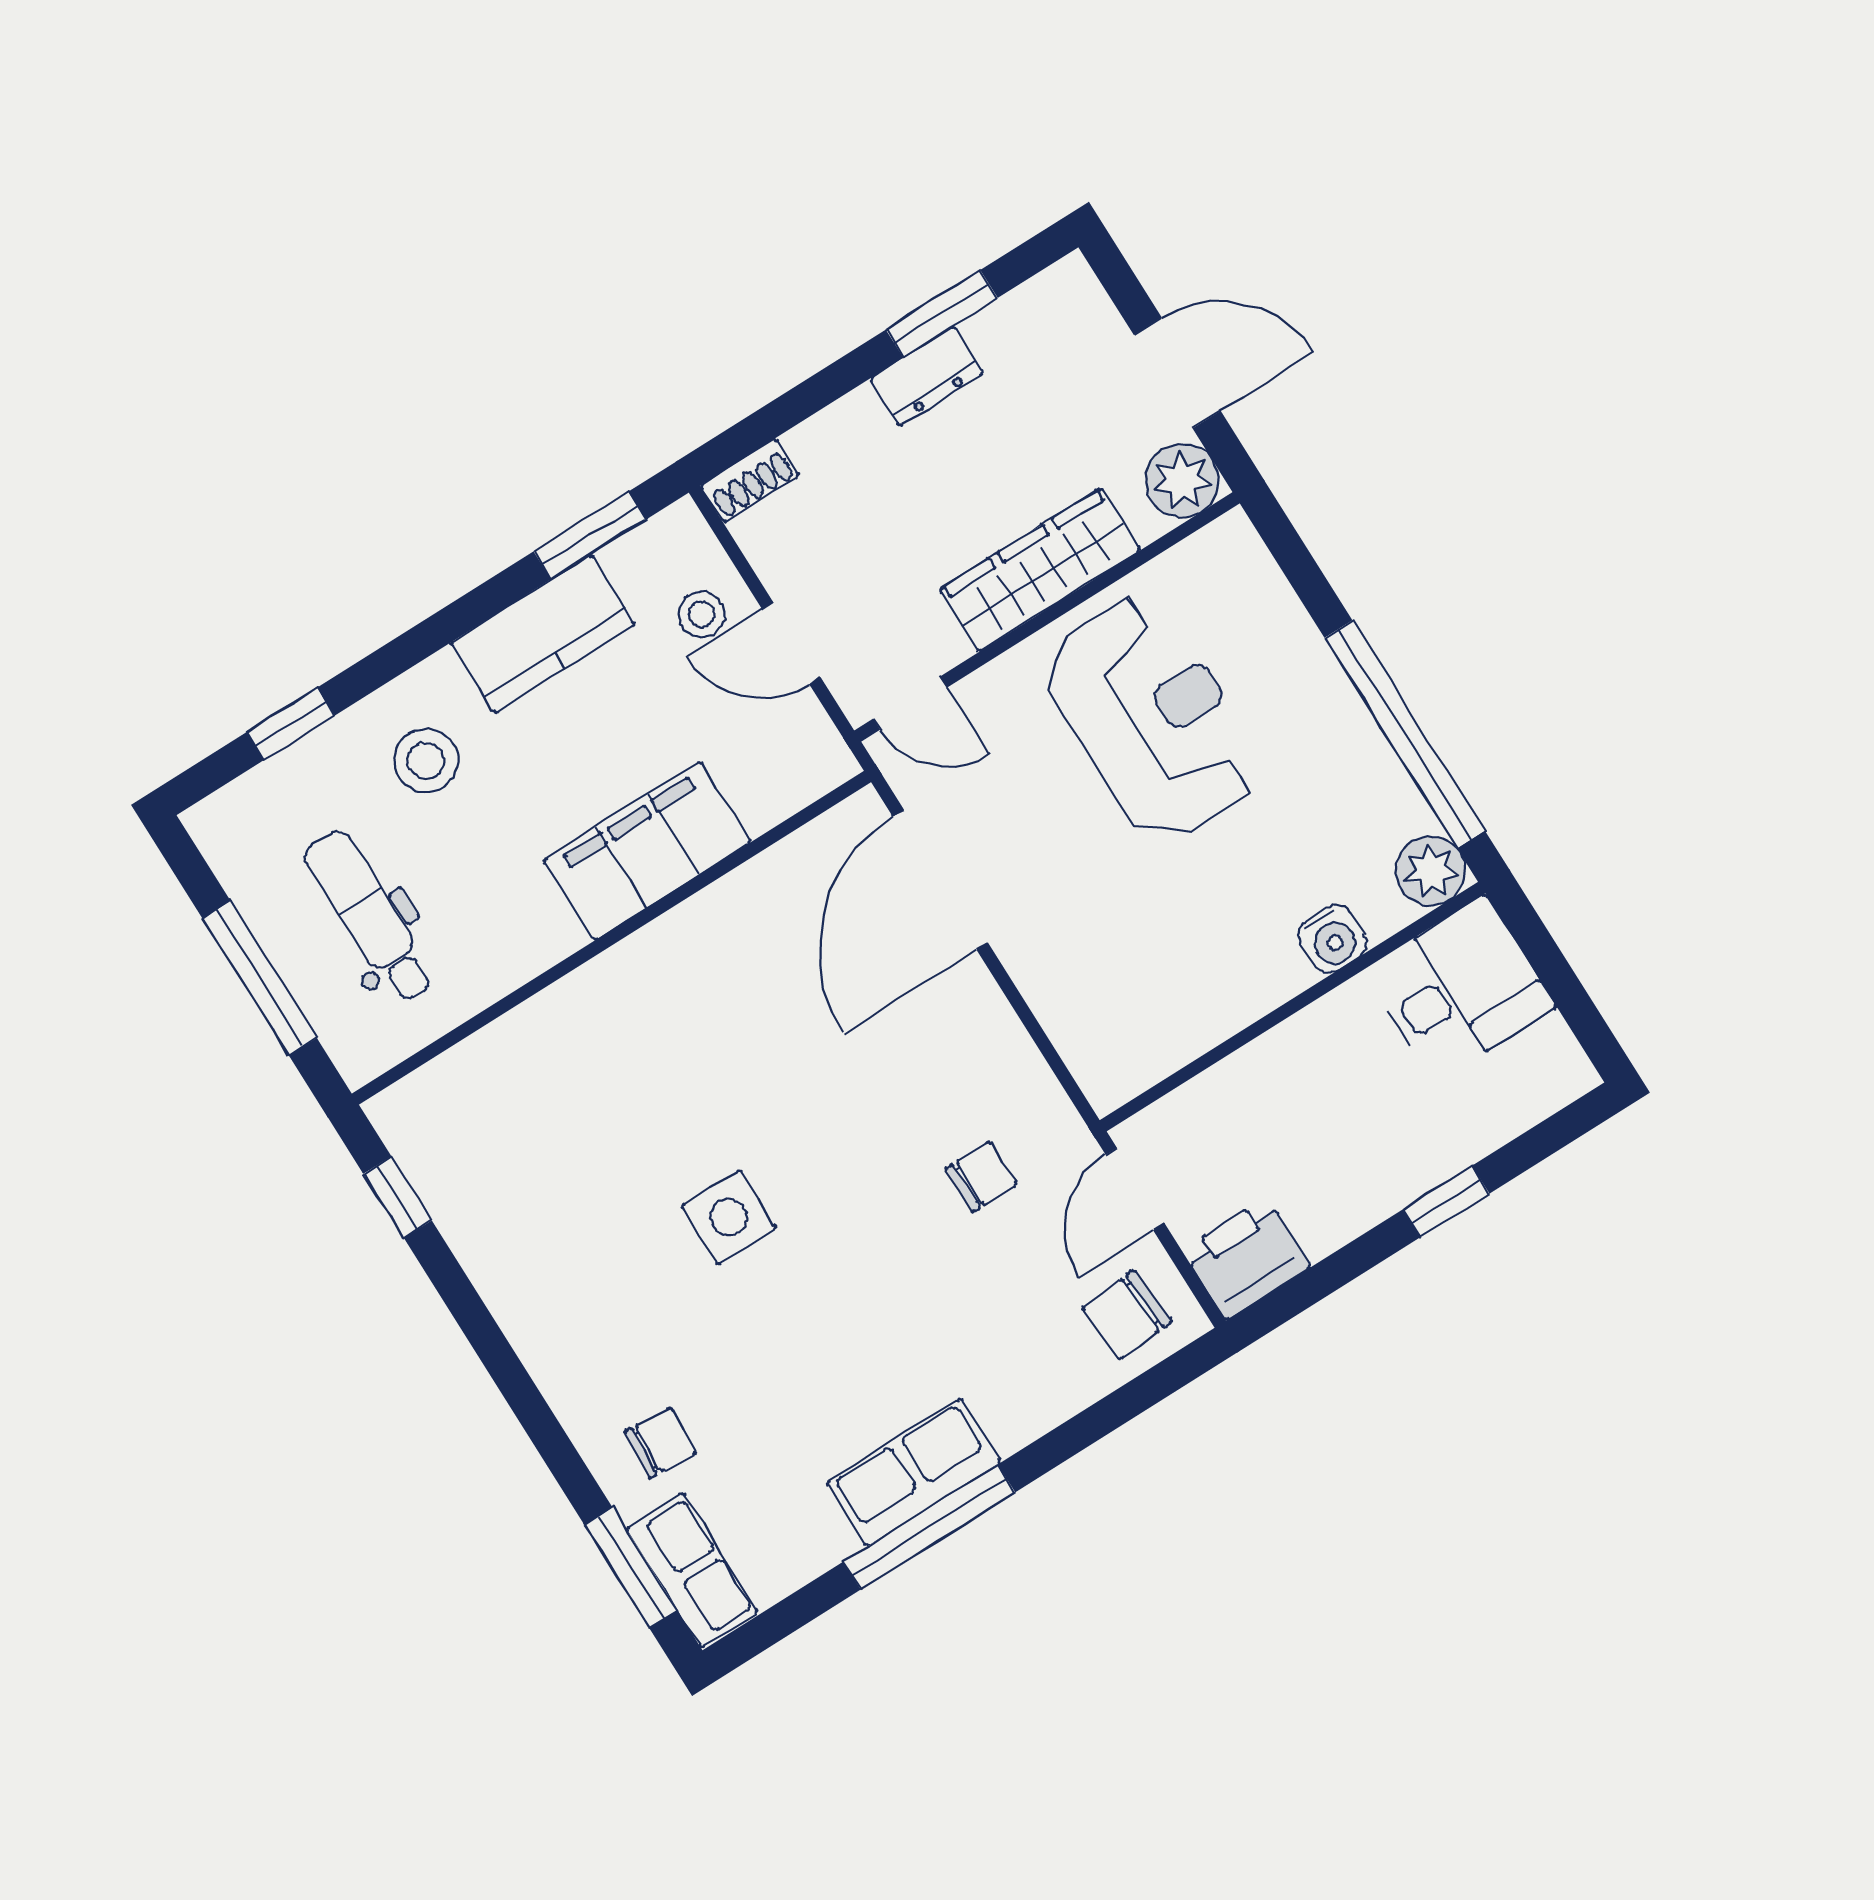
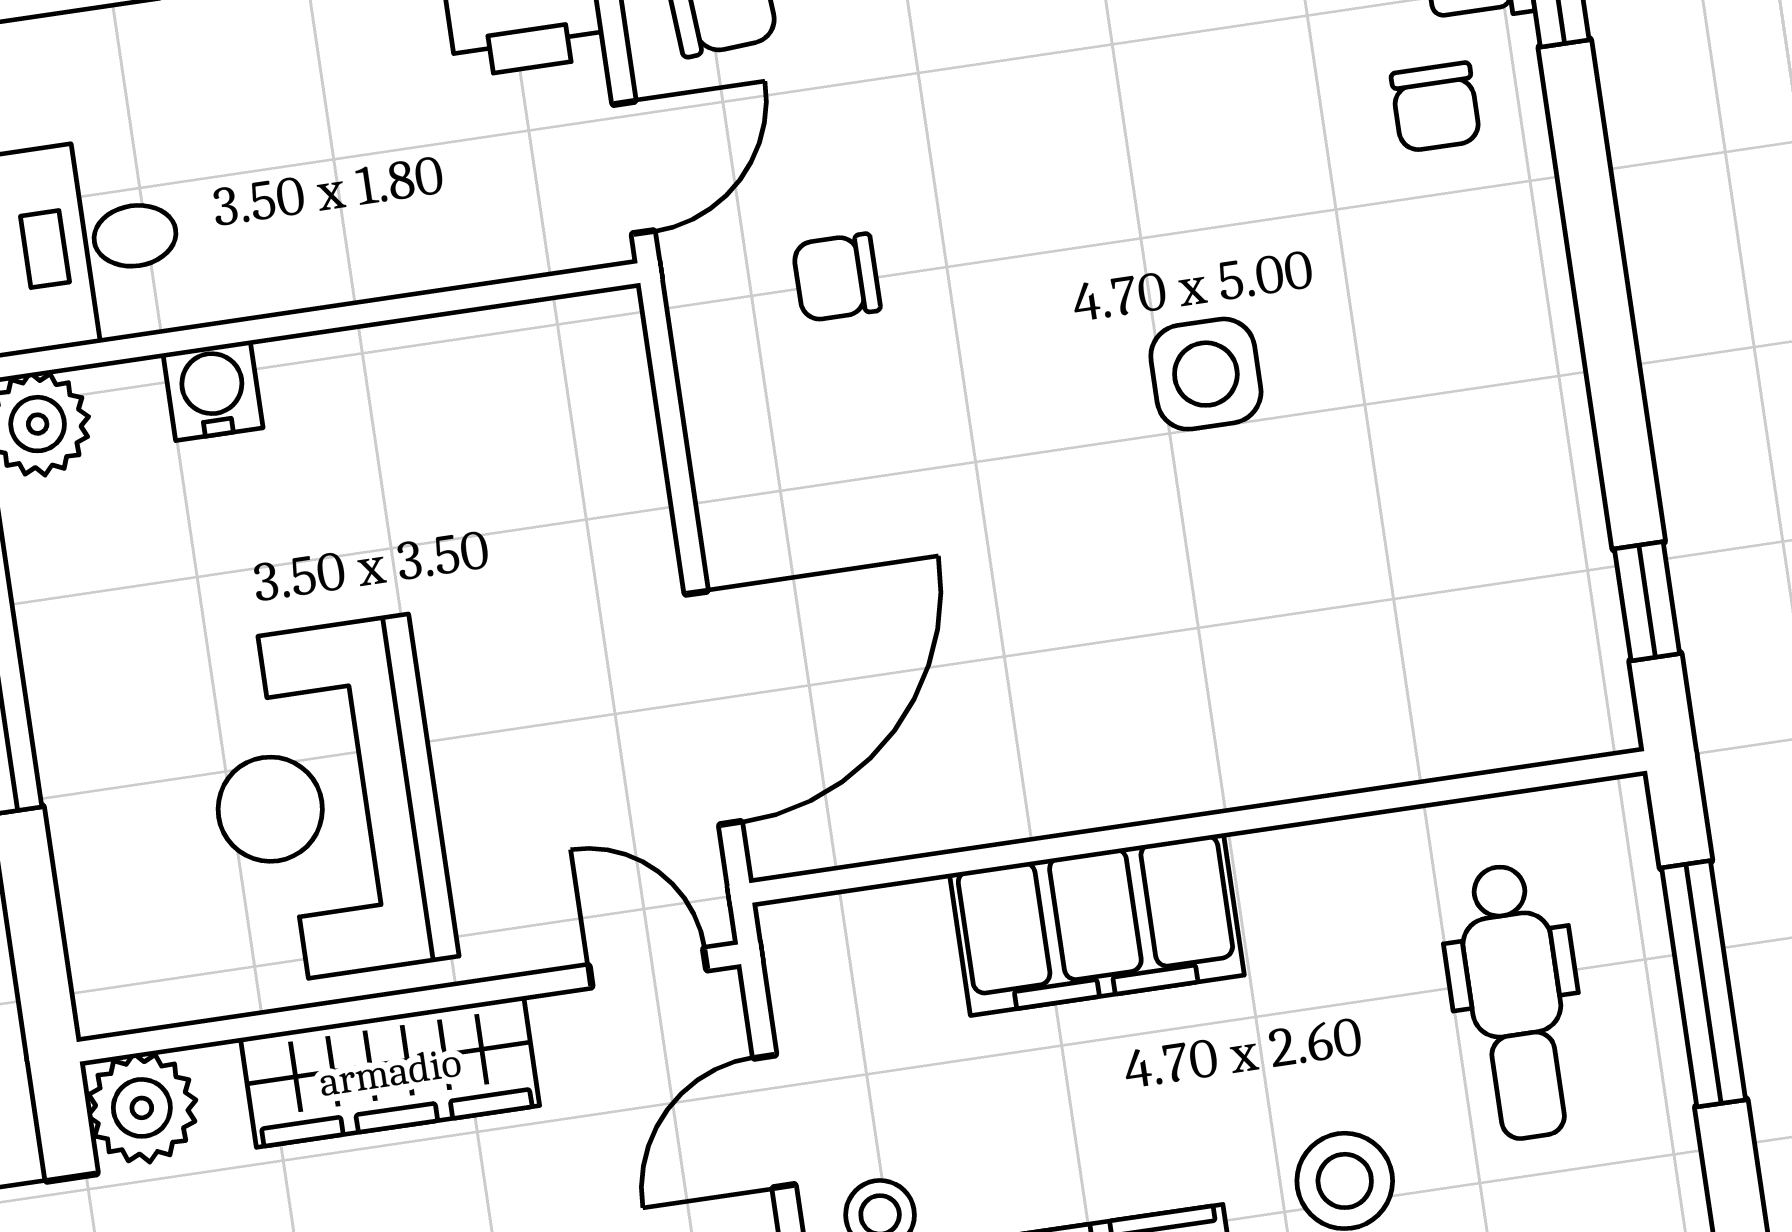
door: (791, 643) -> (774, 1121), swing flipped
chair: (660, 1442) -> (1436, 107), turned -94

